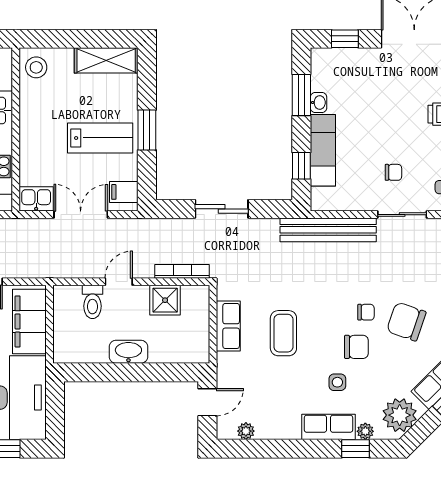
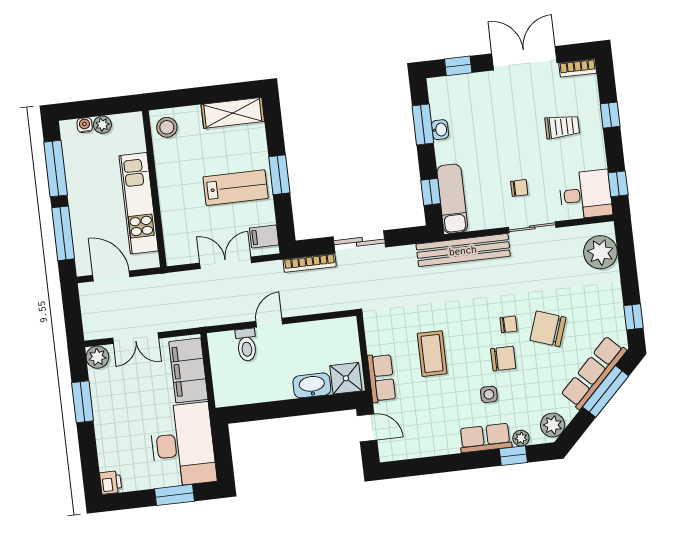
exam couch: (323, 150) -> (452, 199), moved
kitchen sink: (36, 199) -> (181, 253), removed
bookcase: (182, 271) -> (310, 263), moved, turned 180
shower: (165, 300) -> (346, 378), moved
row of seats: (228, 326) -> (382, 378), moved
washbasin: (128, 352) -> (312, 385), moved
door: (207, 402) -> (367, 428), hinge flipped
plant: (400, 415) -> (553, 425), width x0.73, depth x0.73
plant: (246, 431) -> (407, 451), removed

